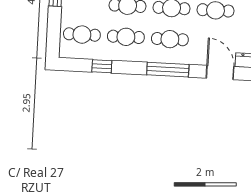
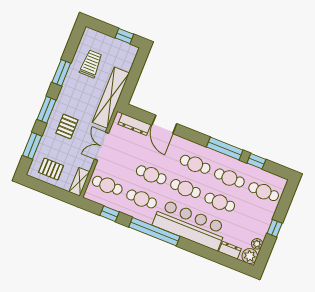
window: (168, 70) -> (225, 148), moved

